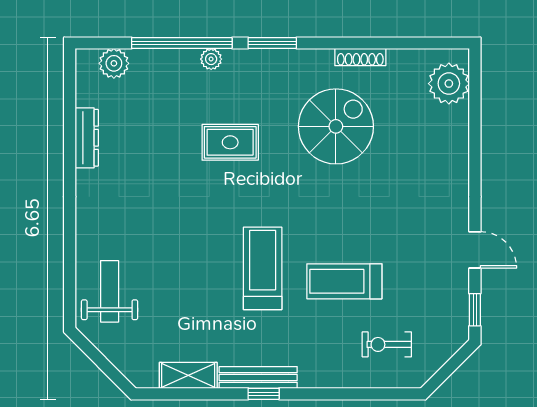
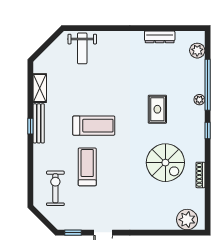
window: (272, 43) -> (208, 130), width x0.67
weight bench: (110, 291) -> (82, 48), turned 90
exercise bike: (387, 344) -> (55, 188), width x1.38, depth x1.39

